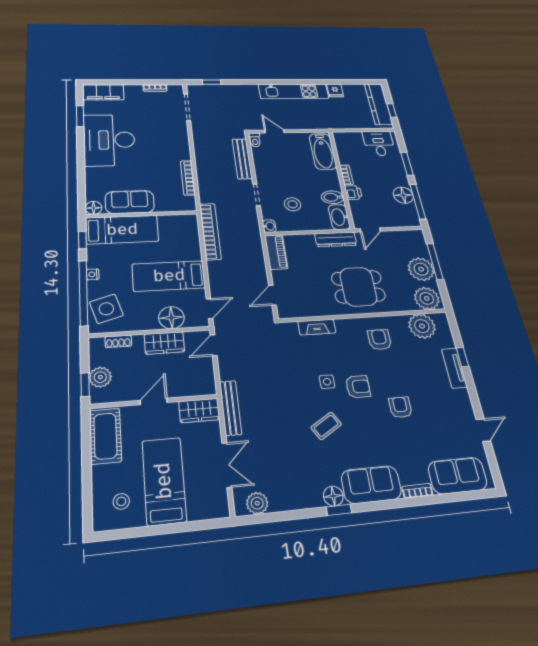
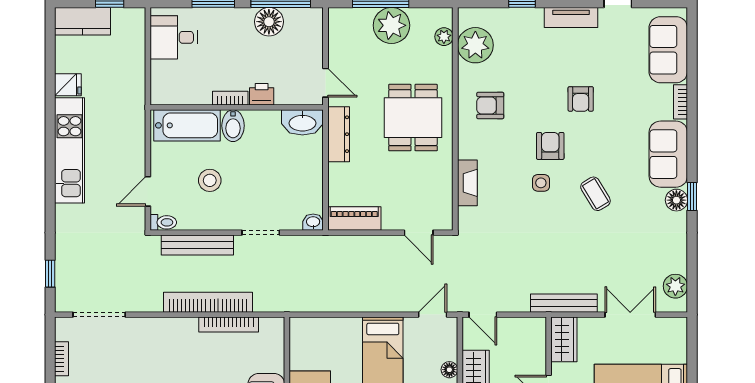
kitchen counter: (378, 104) -> (82, 21), width x0.67
bidet: (333, 197) -> (233, 126), moved
stool: (292, 204) -> (210, 180), moved
bookcase: (210, 231) -> (208, 302), moved
plant: (427, 298) -> (444, 37), width x0.53, depth x0.53
door: (209, 309) -> (433, 315), hinge flipped
floor lamp: (171, 318) -> (449, 370), width x0.53, depth x0.53
tv unit: (454, 368) -> (571, 17), moved
armchair: (400, 407) -> (581, 99), turned -90

